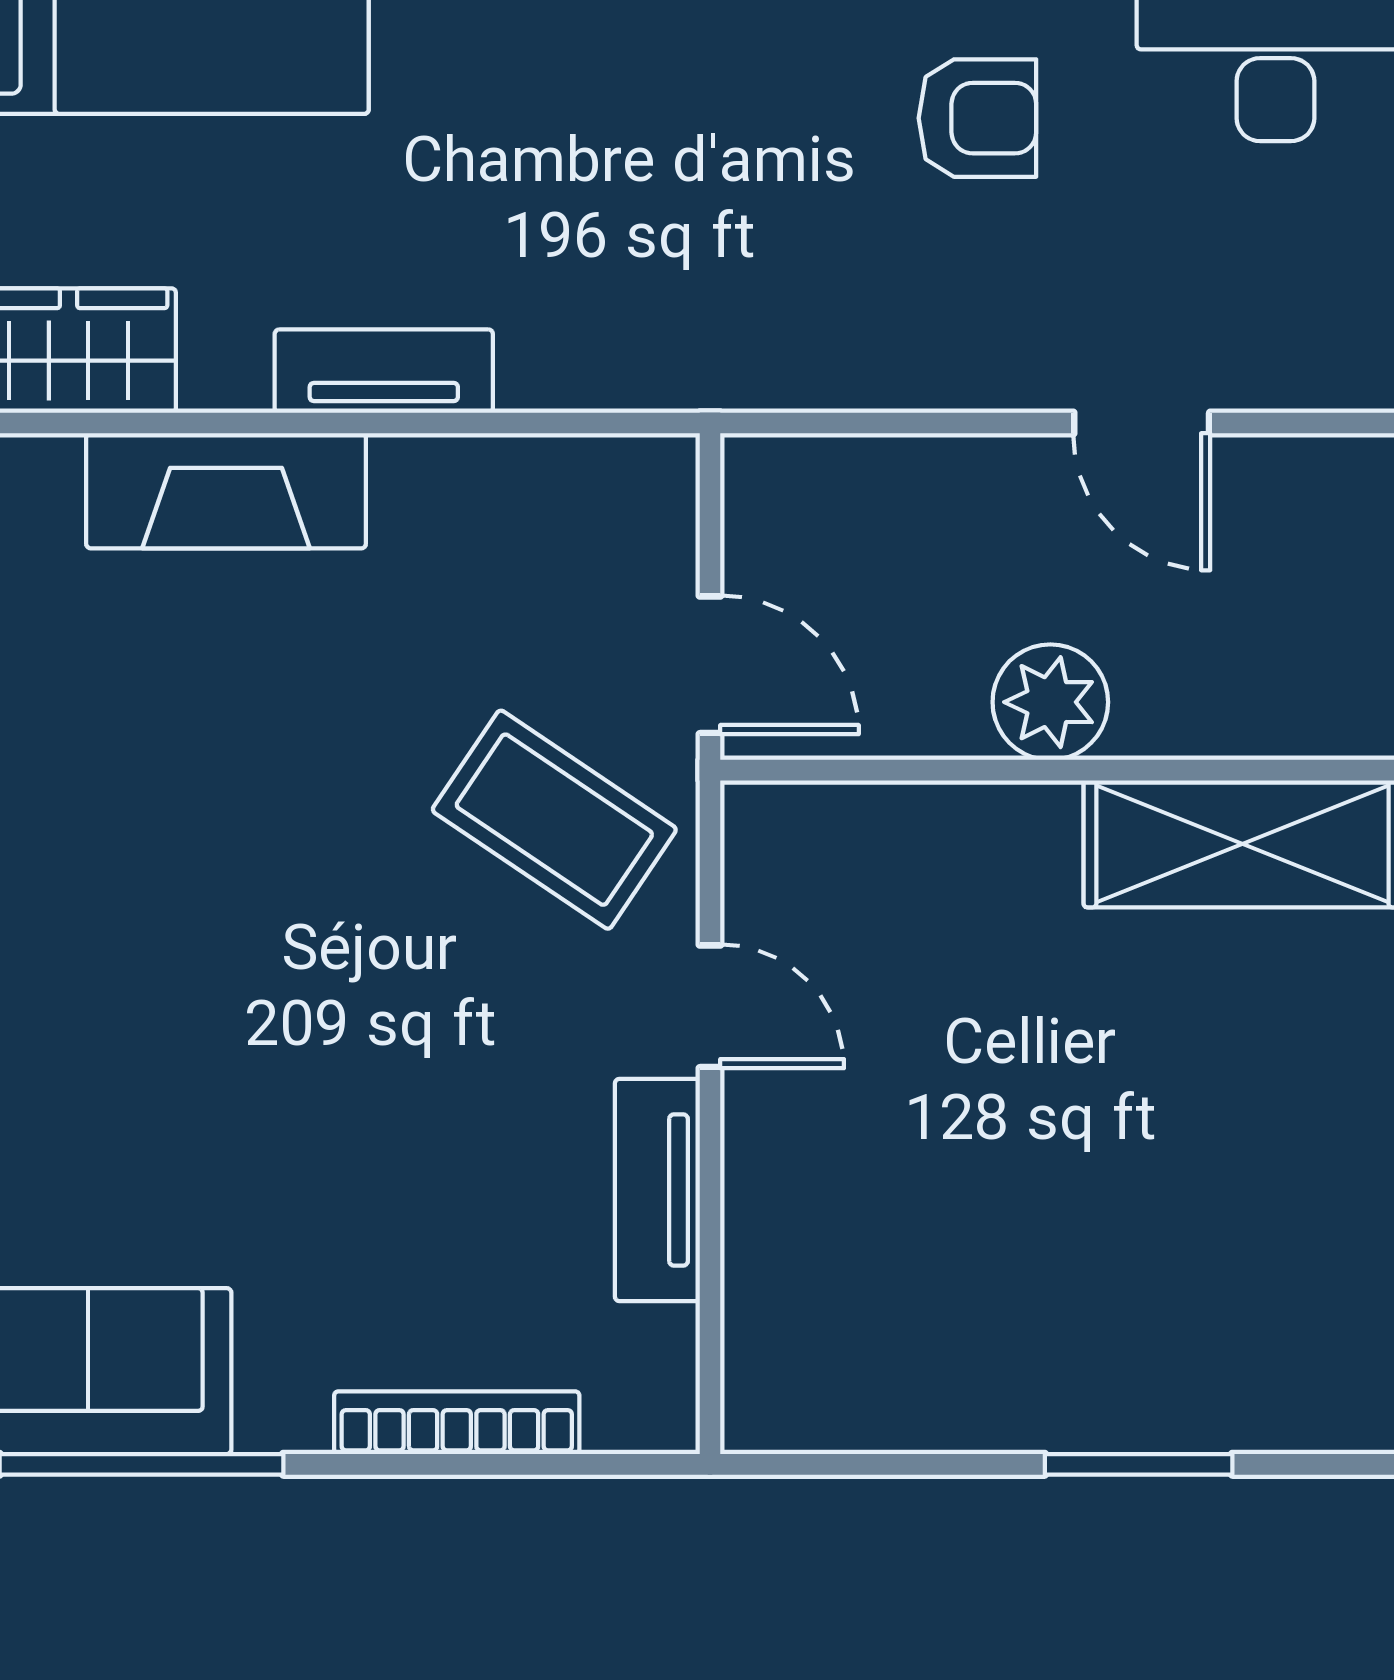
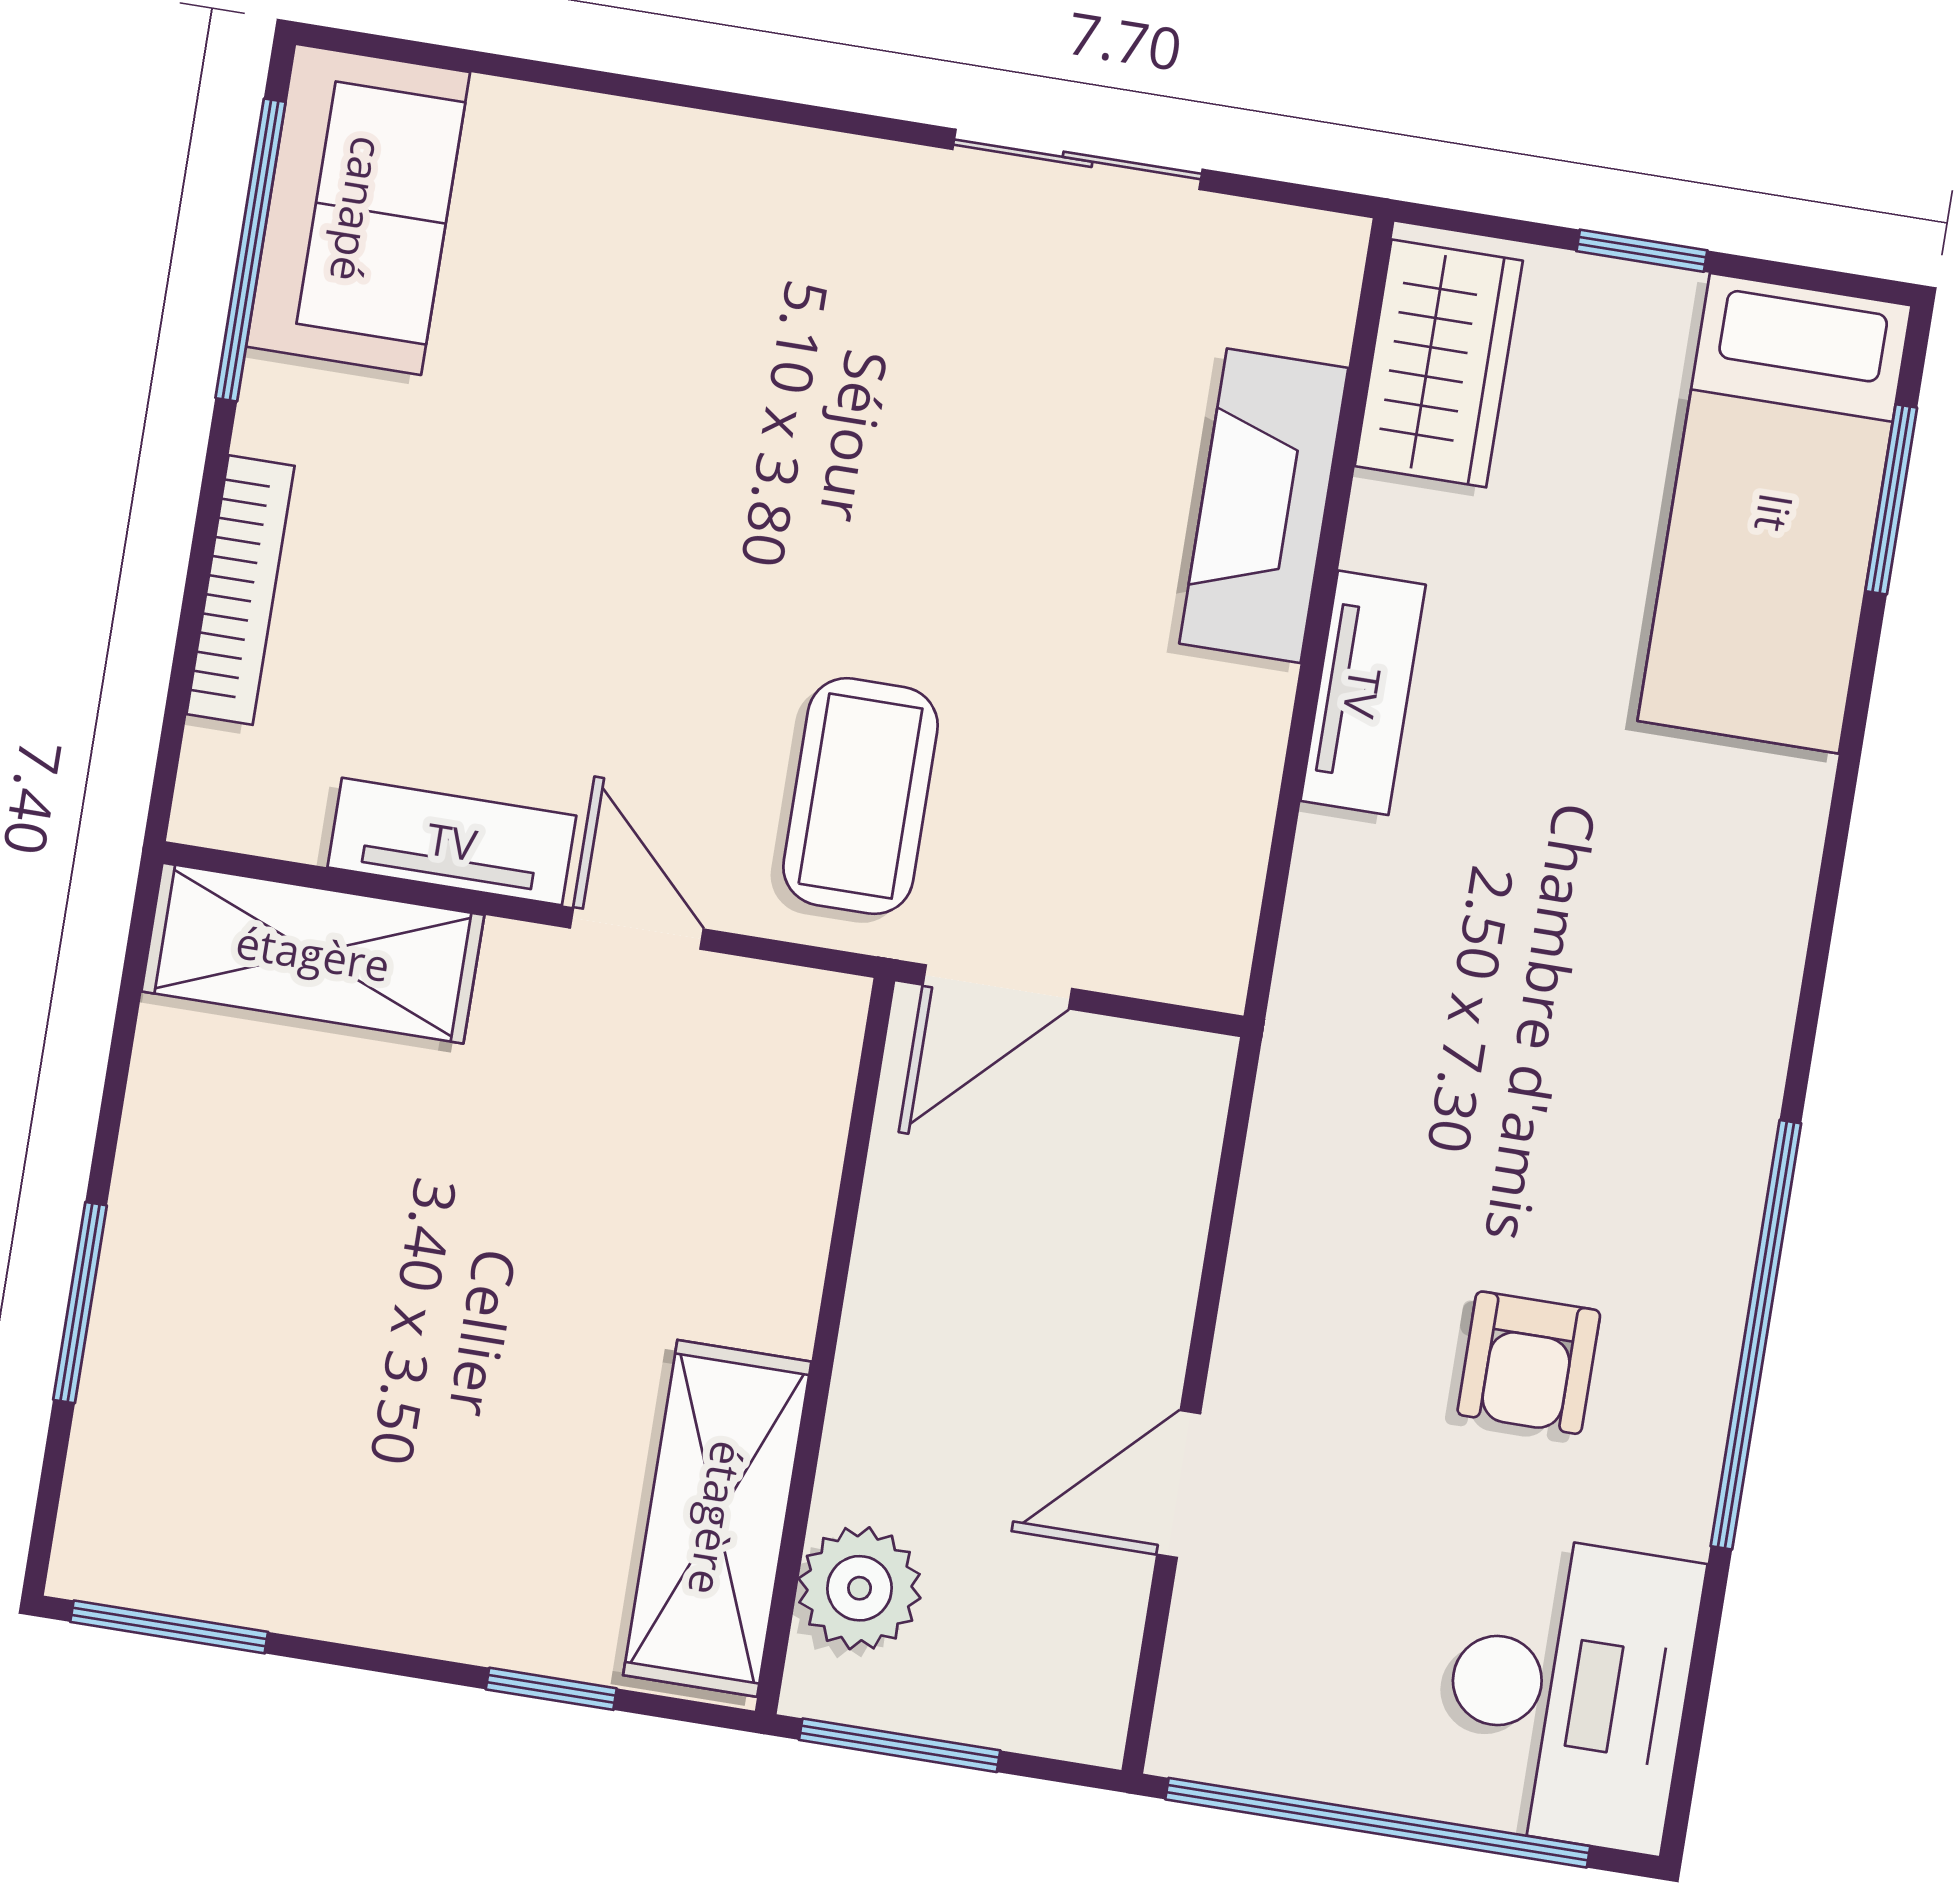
plant: (1050, 702) -> (860, 1588), moved
coffee table: (554, 820) -> (860, 796), turned -34
door: (710, 1006) -> (637, 928), swing flipped
shelving: (781, 1302) -> (313, 953), added

